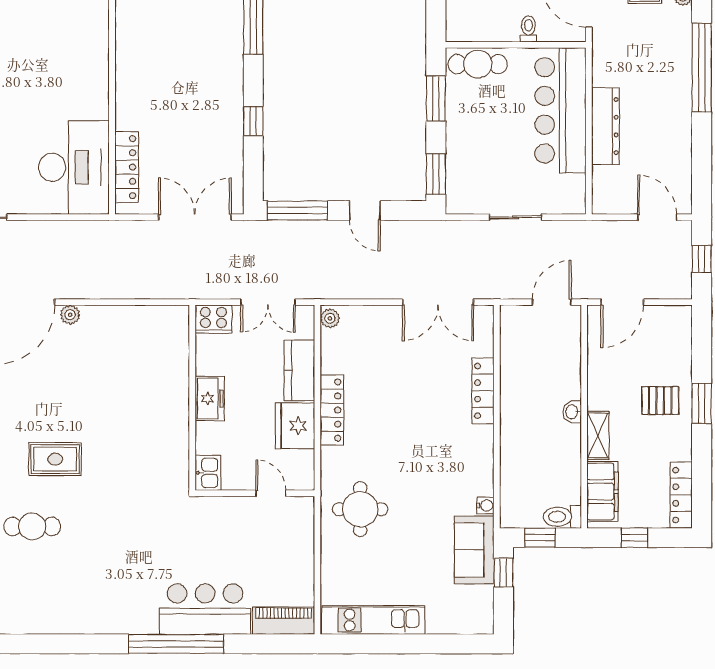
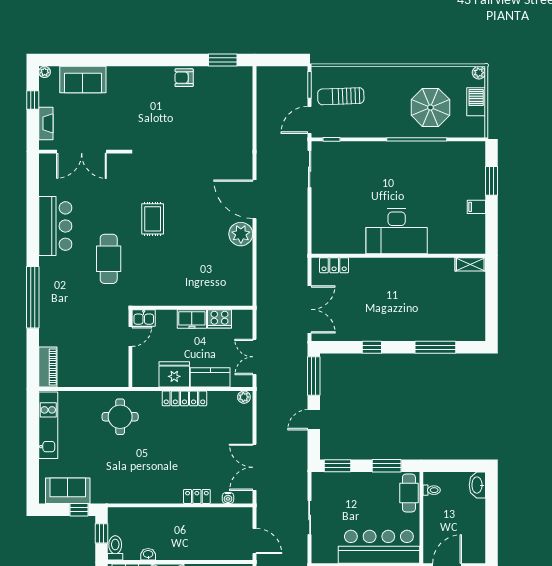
toilet: (528, 29) -> (432, 490), moved
desk: (74, 167) -> (397, 231), moved
locker: (127, 167) -> (334, 265), width x0.66
plant: (70, 315) -> (241, 234), width x1.88, depth x1.88
cooker: (213, 319) -> (220, 319), moved, turned -90
locker: (483, 391) -> (197, 496), width x0.66
washbasin: (572, 412) -> (148, 554), moved
door: (271, 493) -> (130, 336), moved
water cooler: (485, 505) -> (228, 498), moved
cafe table: (32, 526) -> (109, 259), moved, width x1.37, depth x1.35
sofa: (474, 550) -> (68, 491), moved
bar counter: (205, 609) -> (55, 226), moved

